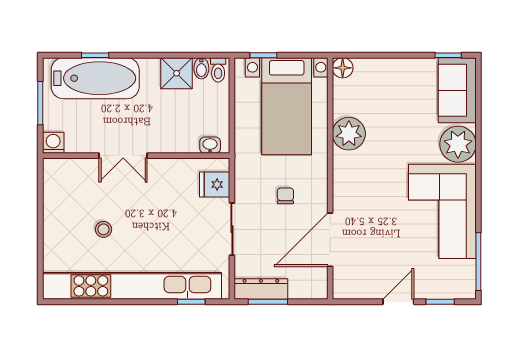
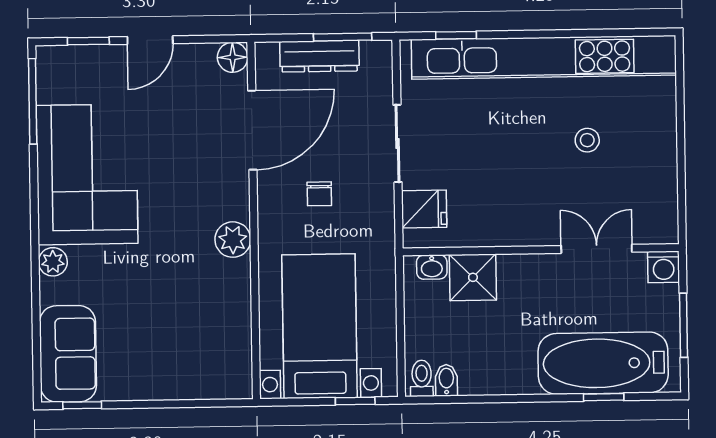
floor lamp: (343, 68) -> (233, 57), moved
shower: (177, 73) -> (473, 277), moved
plant: (349, 134) -> (233, 240), moved, width x0.73, depth x0.73
plant: (458, 144) -> (53, 262), width x0.53, depth x0.53
double door: (123, 156) -> (597, 249), moved
dresser: (261, 289) -> (319, 56), moved

